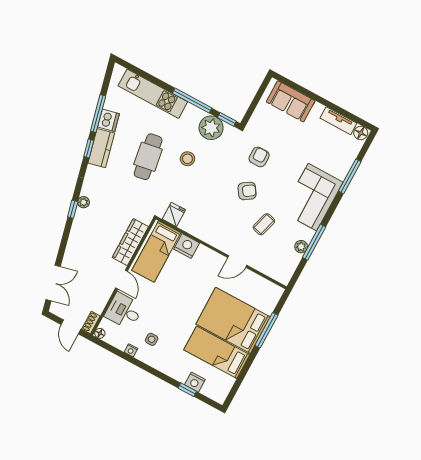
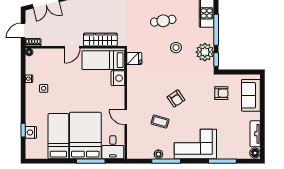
cafe table: (148, 157) -> (163, 21), width x0.73, depth x0.74
armchair: (259, 157) -> (221, 93), moved
desk: (124, 311) -> (113, 147), moved, turned 180

